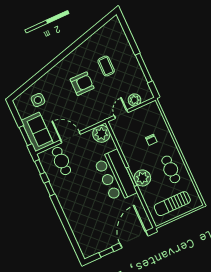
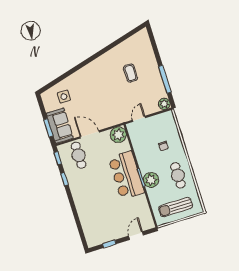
armchair: (82, 84) -> (106, 87), removed
plant: (134, 100) -> (164, 104), moved
door: (134, 239) -> (136, 236), width x0.53

